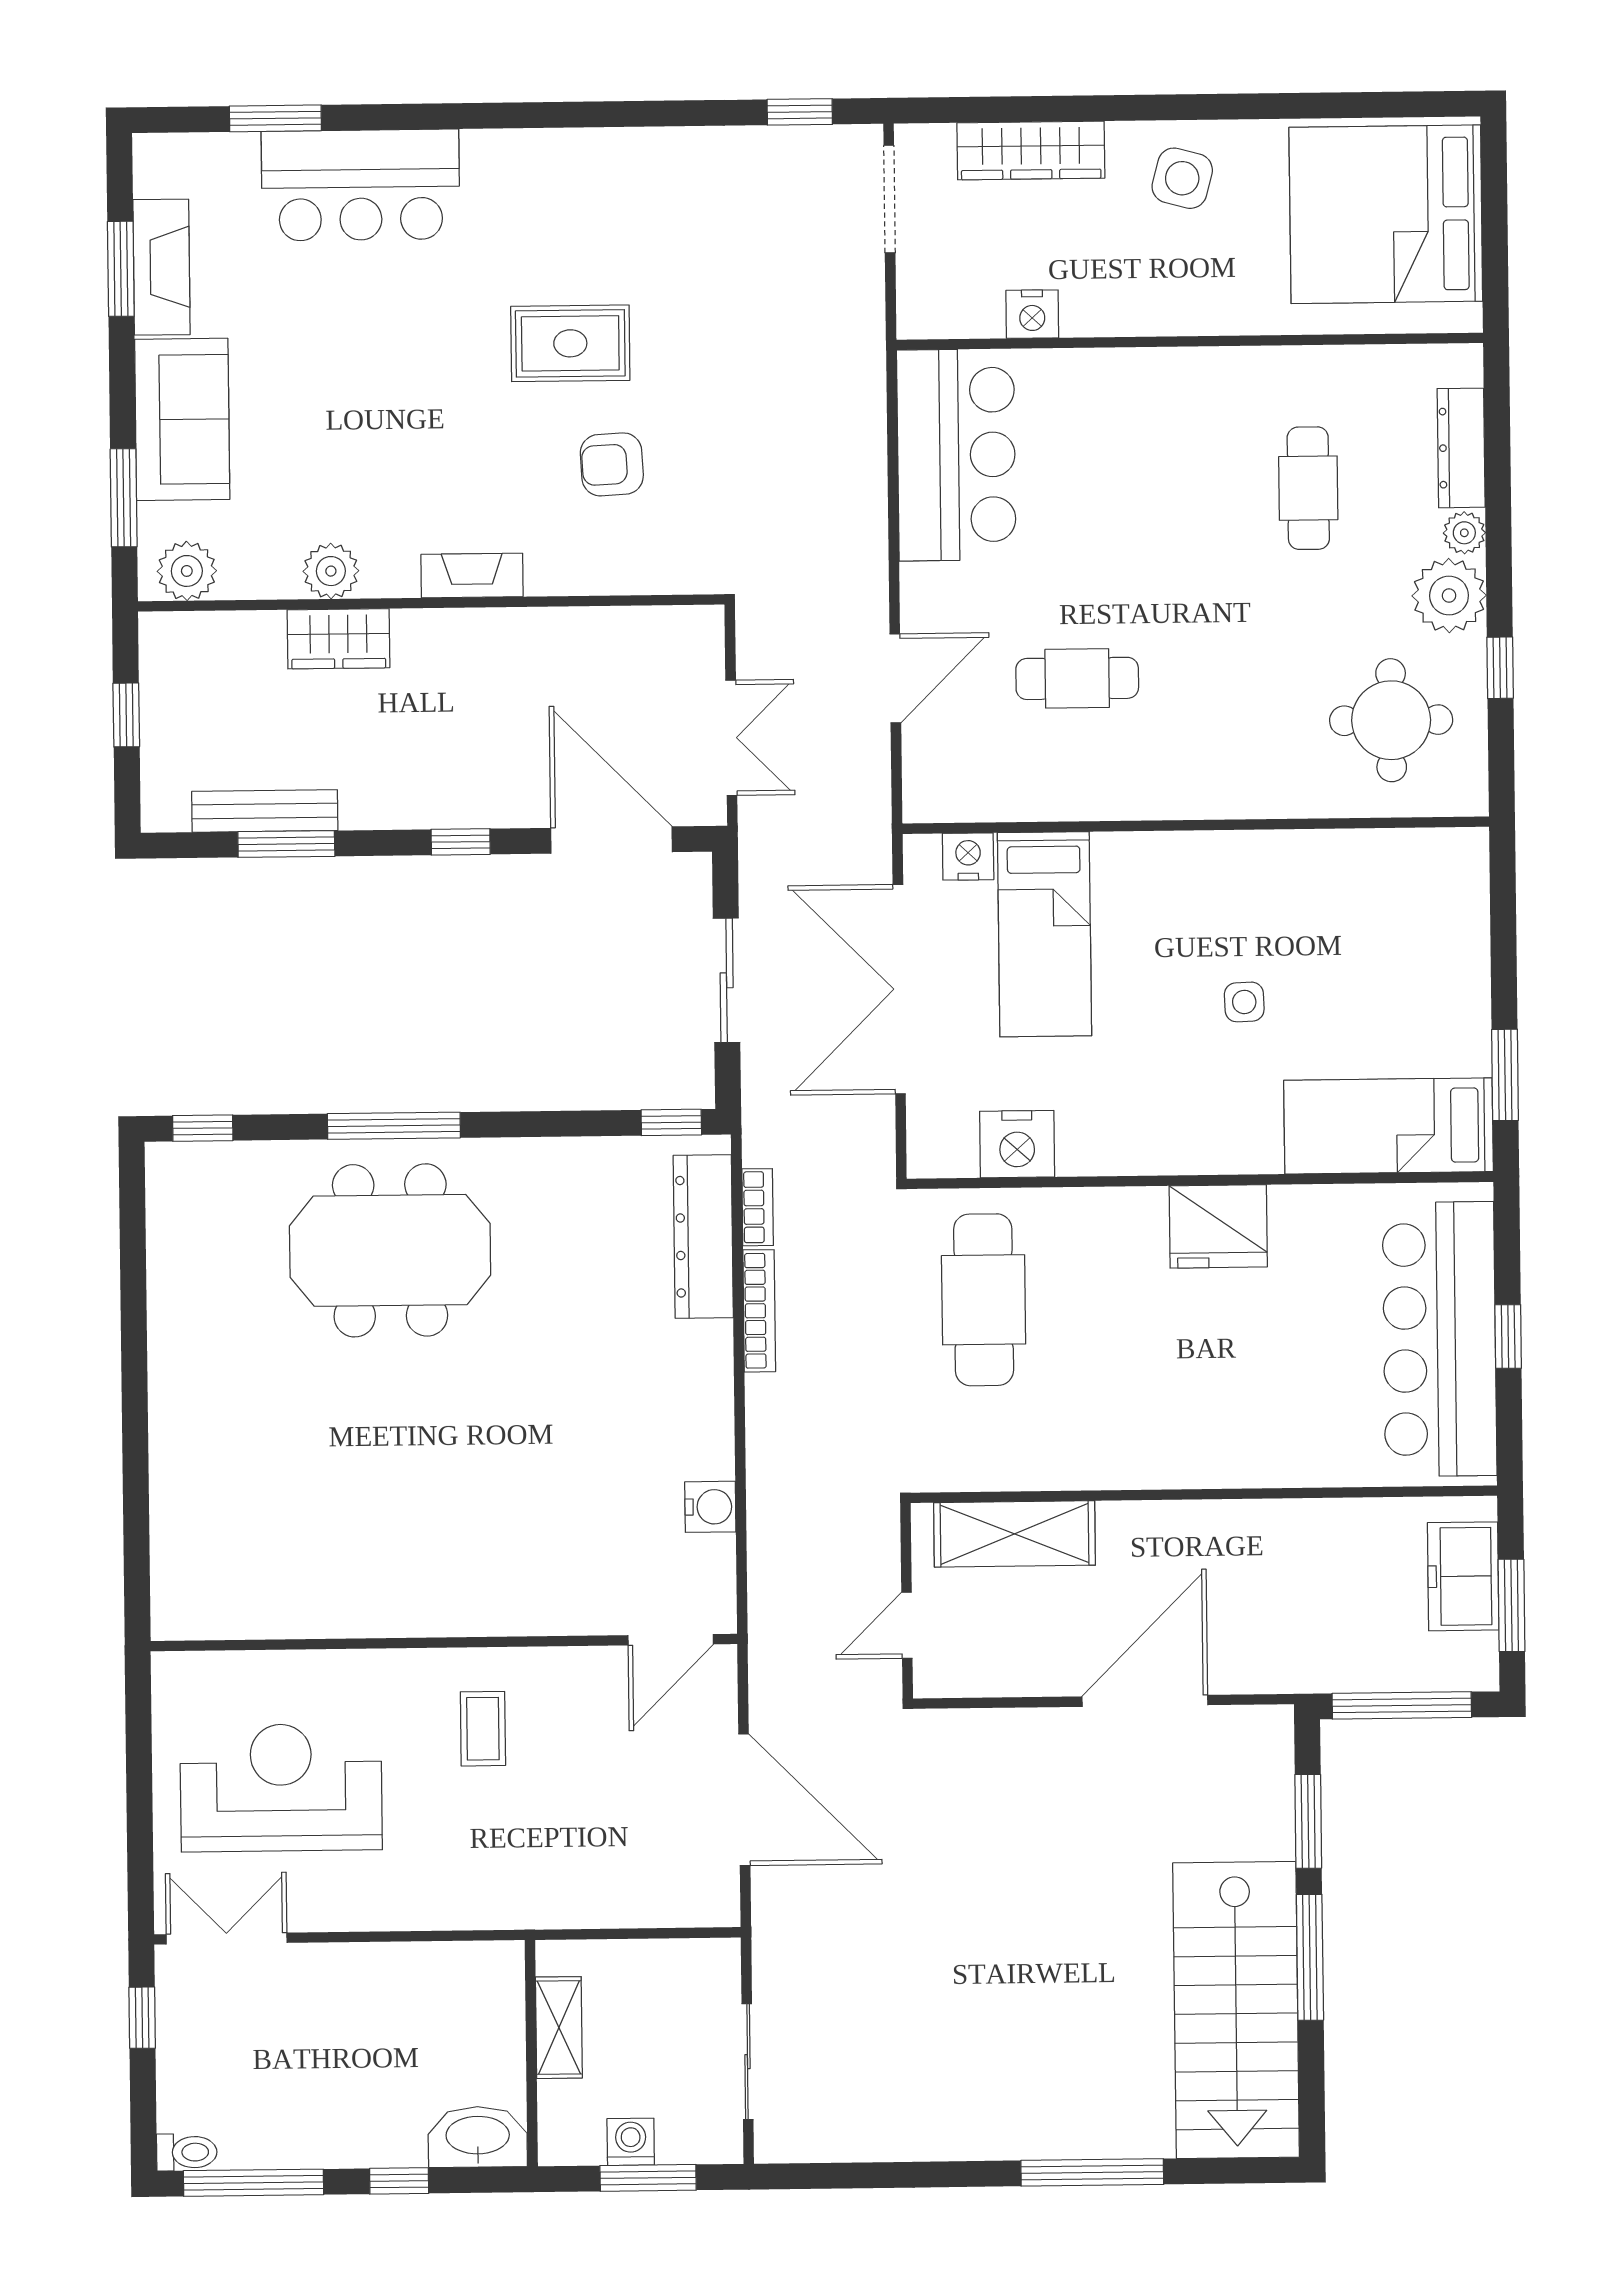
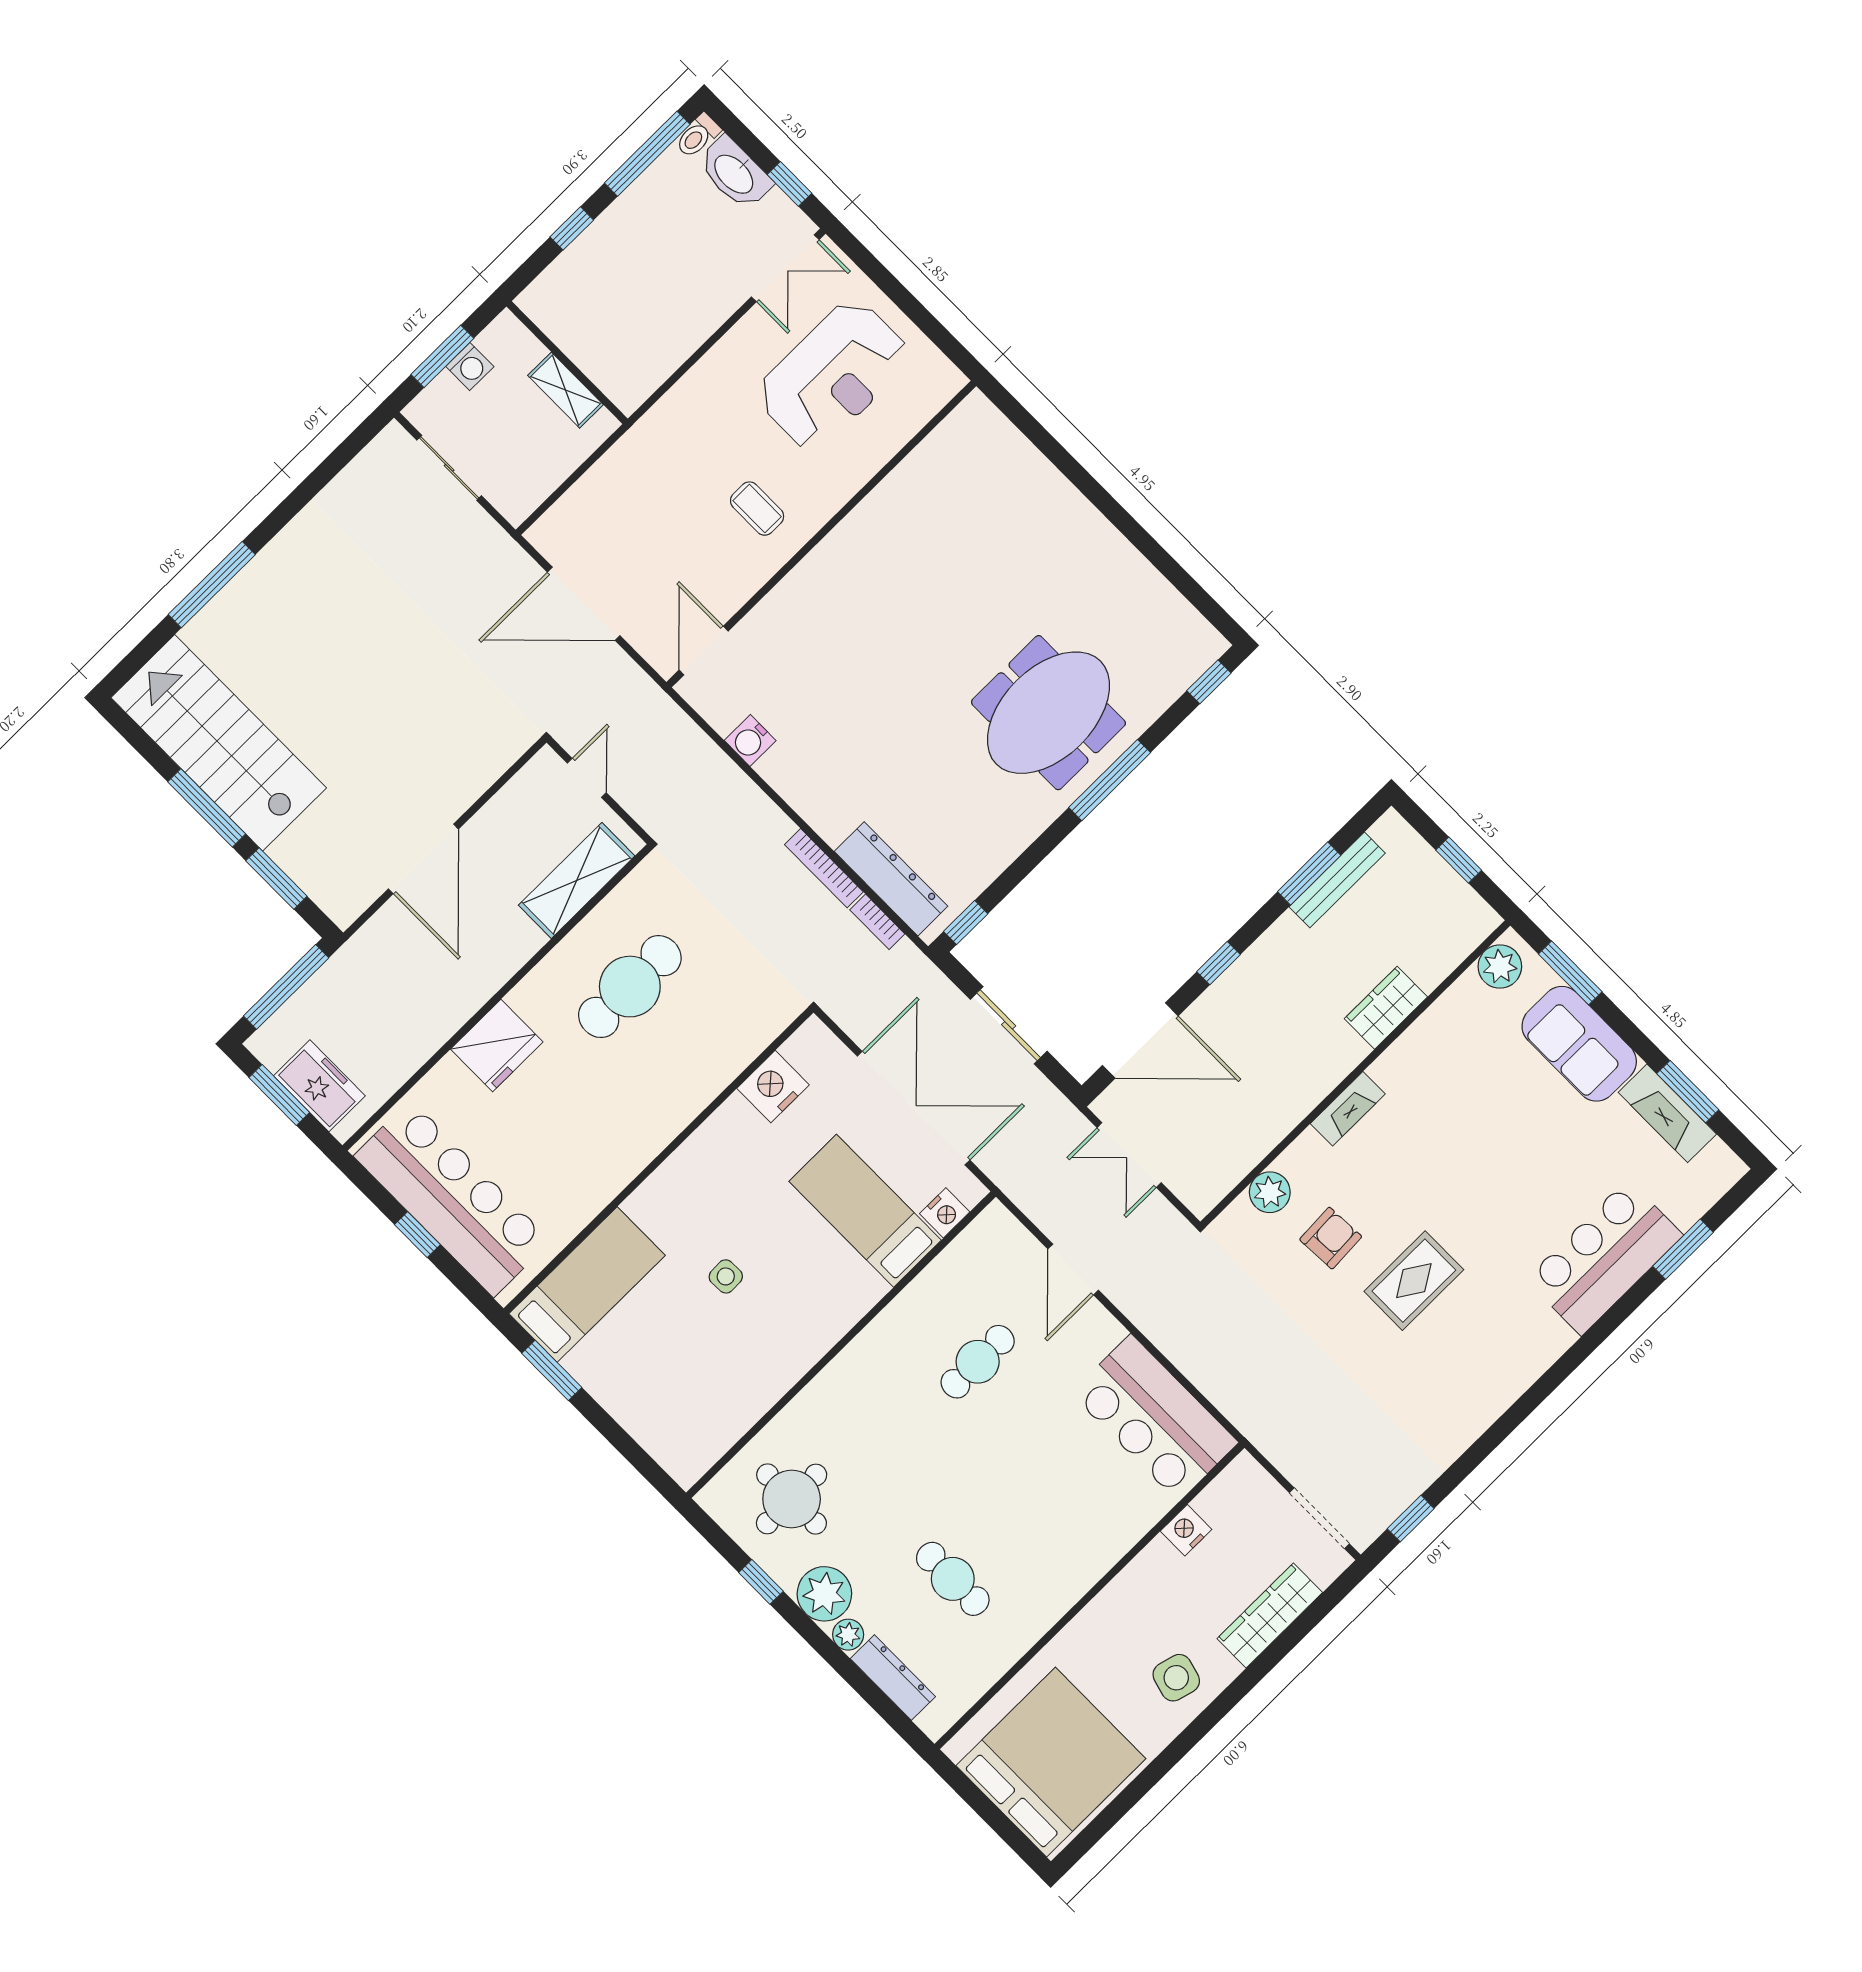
plant: (331, 571) -> (1270, 1192), moved
fridge: (1218, 1226) -> (497, 1046), moved, turned 180
cafe table: (984, 1300) -> (630, 987), moved, turned 90
washbasin: (478, 2137) -> (735, 173), moved, turned 90

